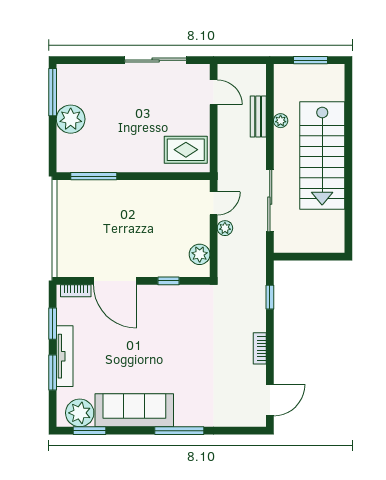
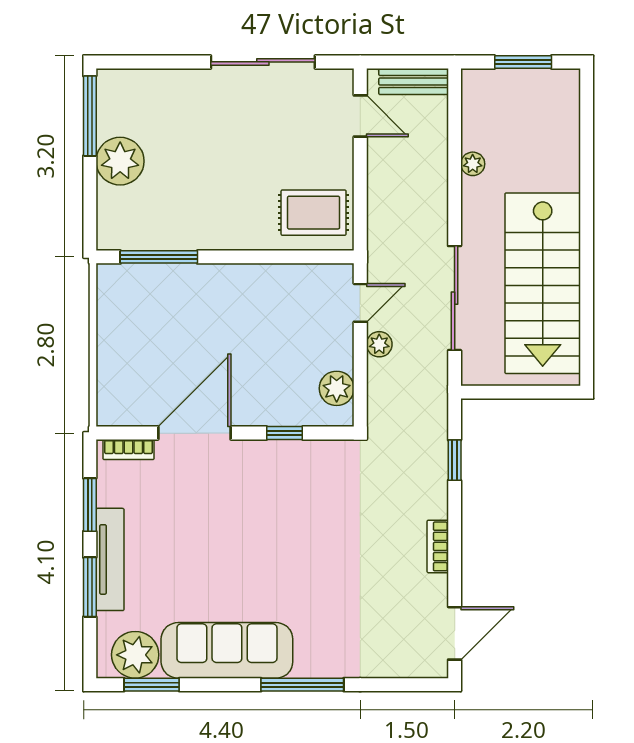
bench: (258, 117) -> (414, 81), moved, turned 90
stairs: (322, 156) -> (543, 283), moved
door: (115, 281) -> (194, 433), swing flipped

